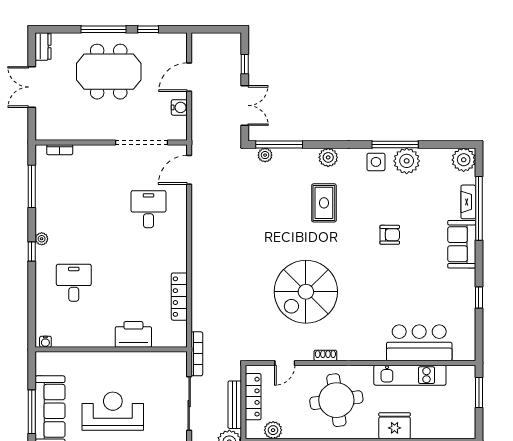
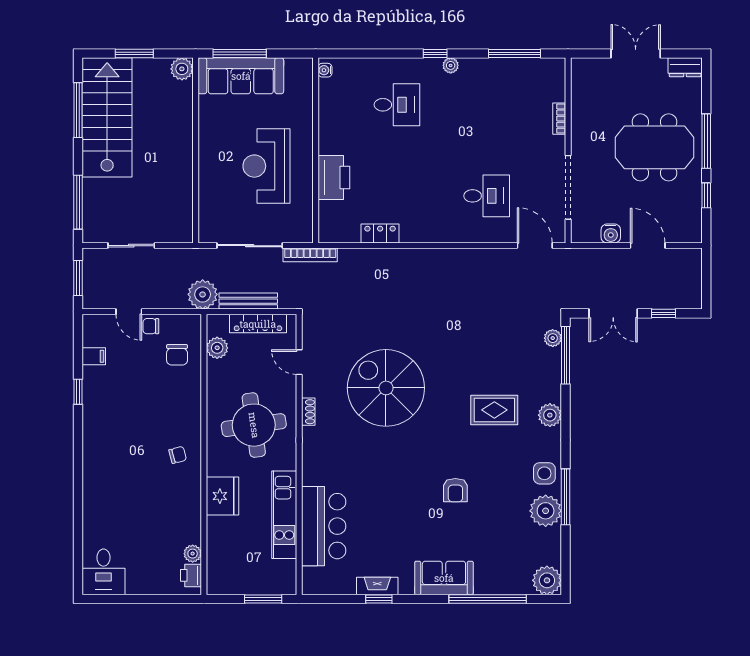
meeting table: (109, 72) -> (654, 147), turned 90
bookcase: (60, 150) -> (559, 119), moved
fireplace: (468, 202) -> (377, 586), moved
locker: (179, 297) -> (380, 233), width x0.66
reception desk: (113, 411) -> (266, 166), moved, turned 180

